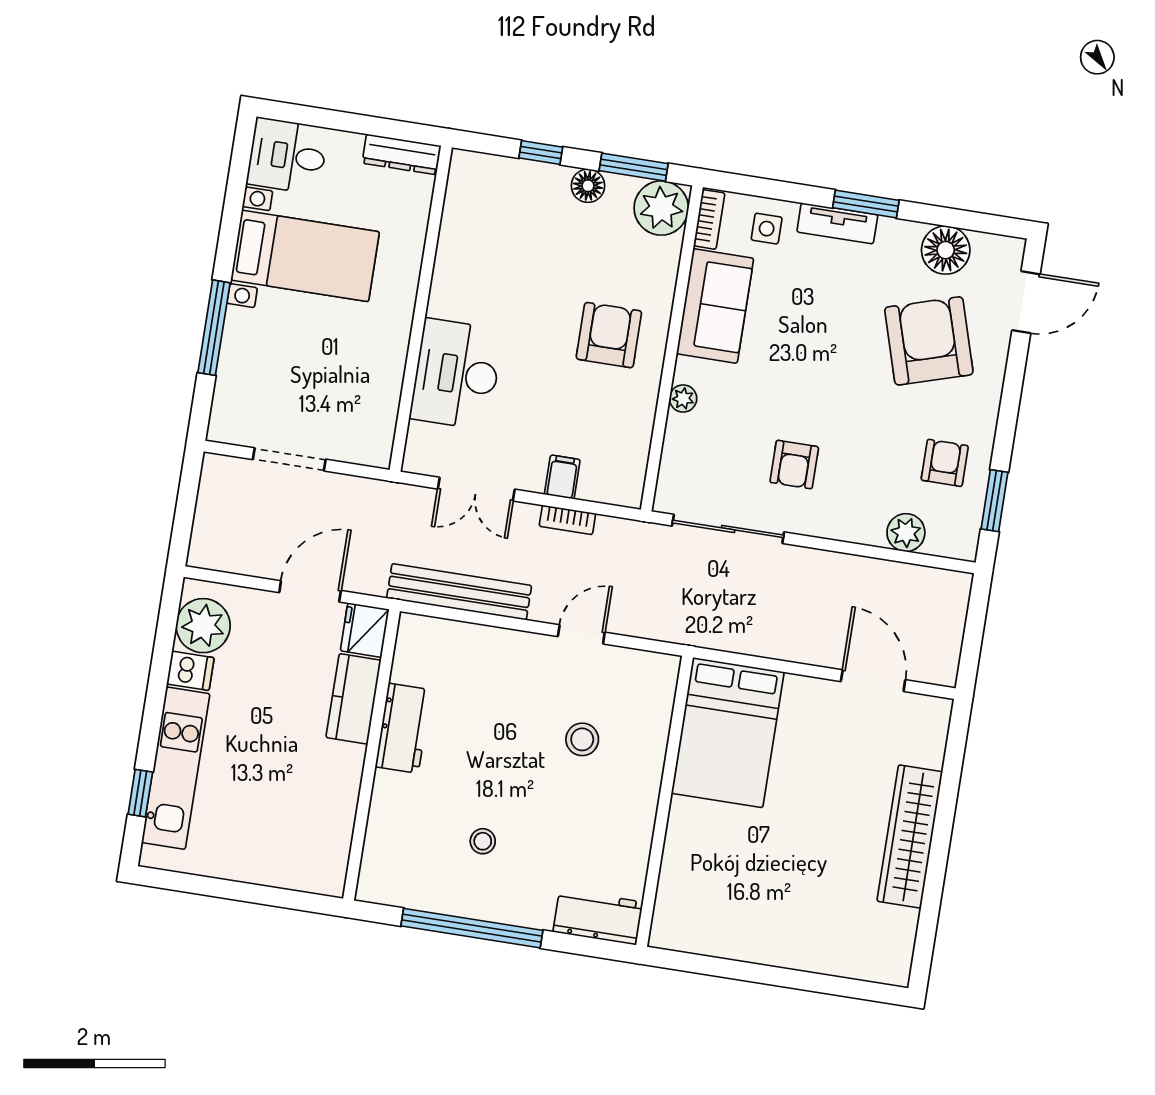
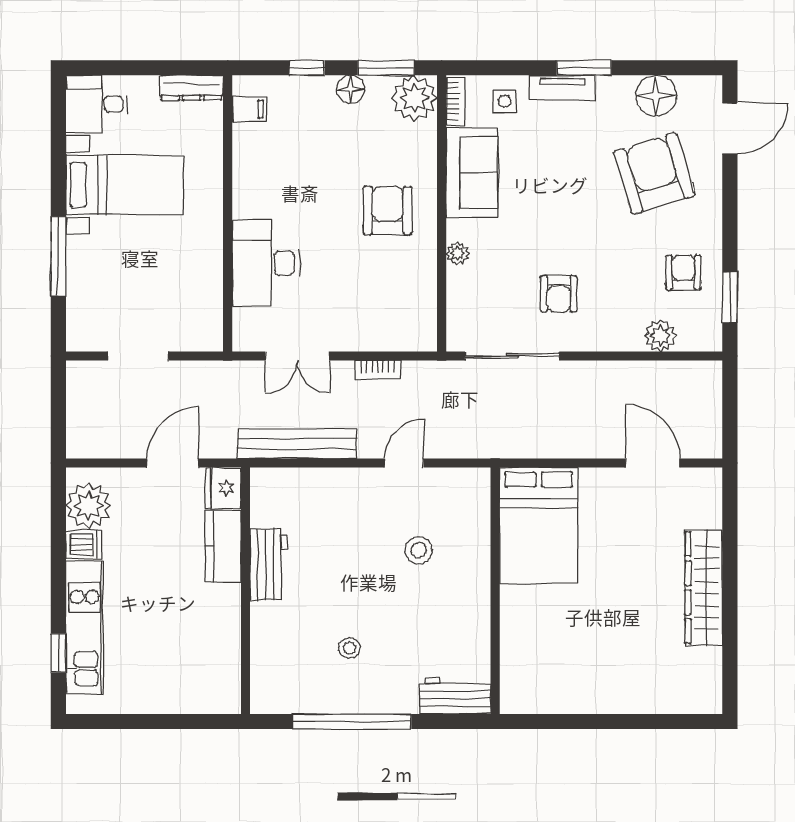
filing cabinet: (562, 477) -> (249, 109), moved, turned 90

